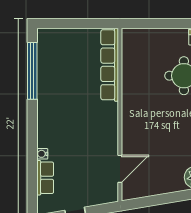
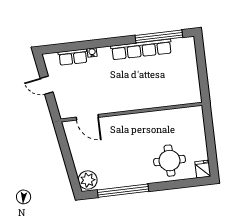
row of seats: (110, 65) -> (141, 49), moved, turned 180

